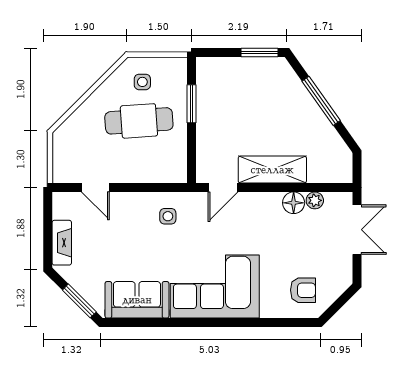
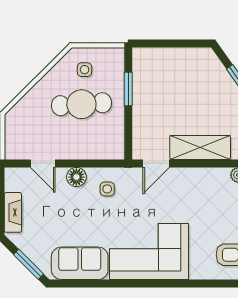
window: (259, 52) -> (189, 43), removed
floor lamp: (294, 203) -> (76, 177), moved

